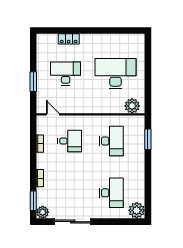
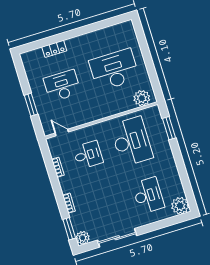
desk: (111, 141) -> (132, 141), width x1.36, depth x1.30

